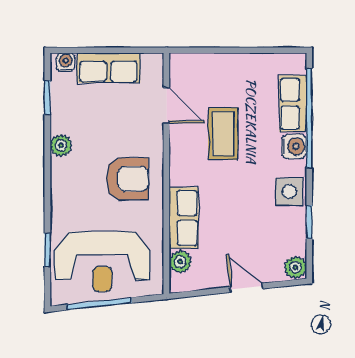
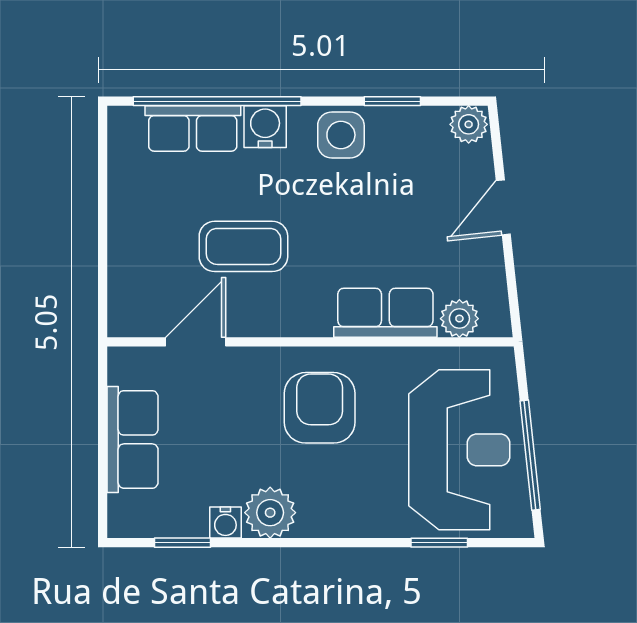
water cooler: (66, 62) -> (225, 522), moved, turned -90
plant: (61, 145) -> (270, 513), width x1.38, depth x1.38

